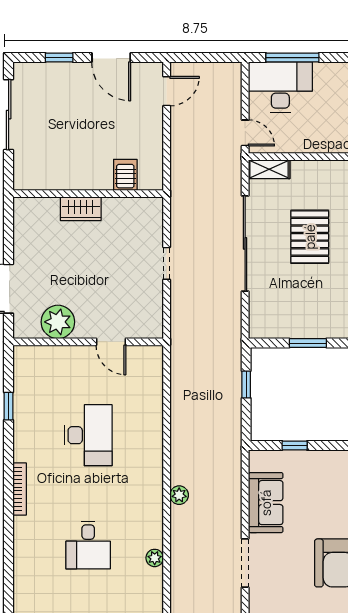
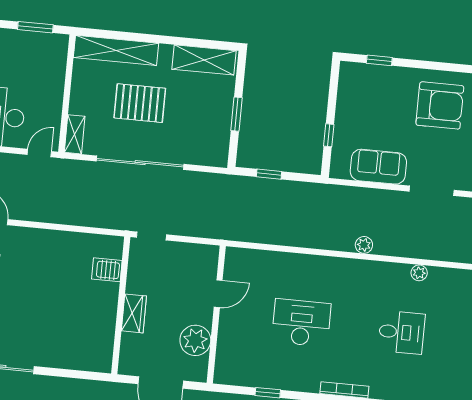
server rack: (125, 175) -> (107, 270), moved
wall: (88, 194) -> (121, 305), moved
wardrobe: (81, 209) -> (134, 313), moved

